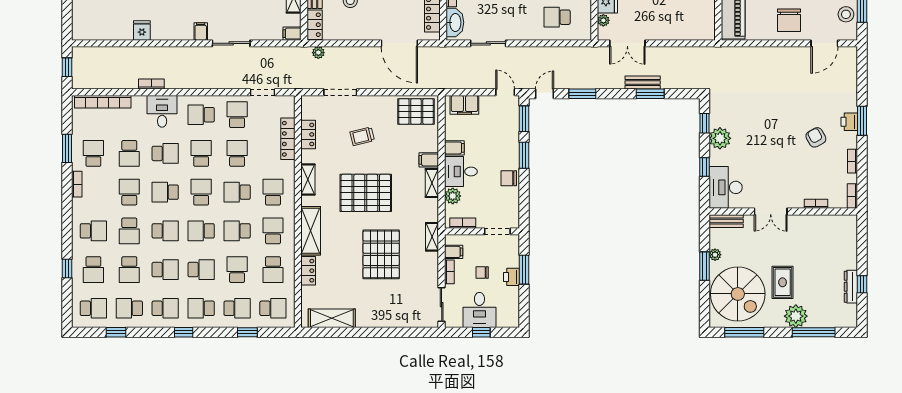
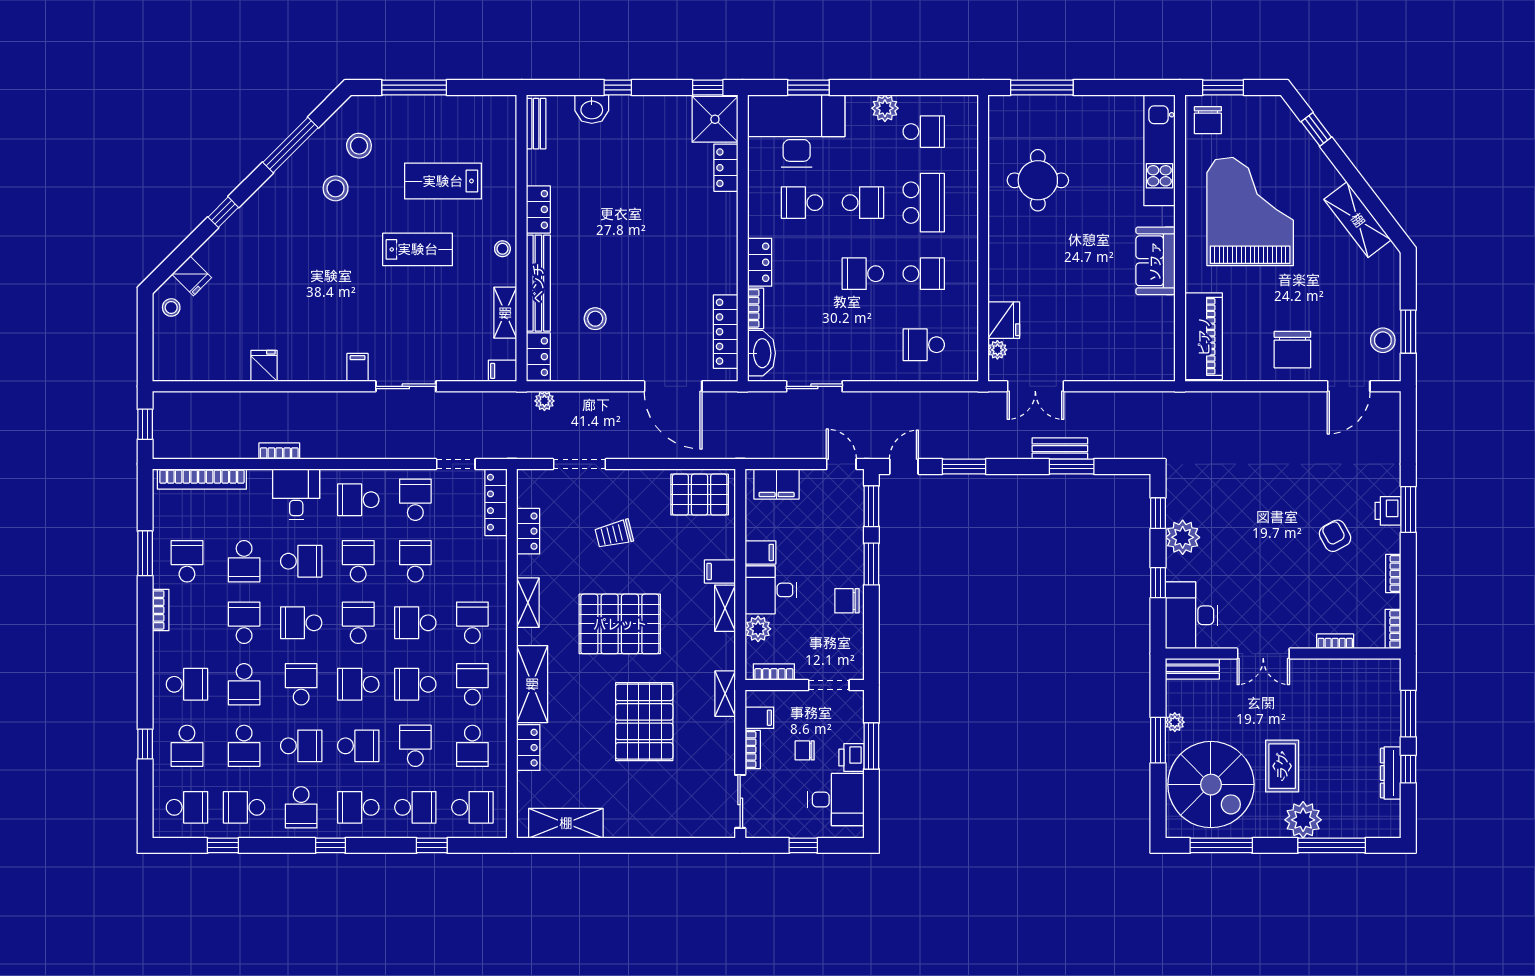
locker: (288, 139) -> (496, 502), moved
school desk: (165, 231) -> (301, 684), turned -90
window: (862, 249) -> (1408, 714), added
school desk: (165, 308) -> (301, 807), turned 90
desk: (479, 310) -> (836, 800), moved, turned -90

